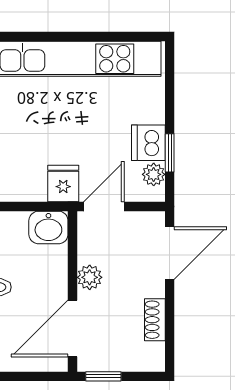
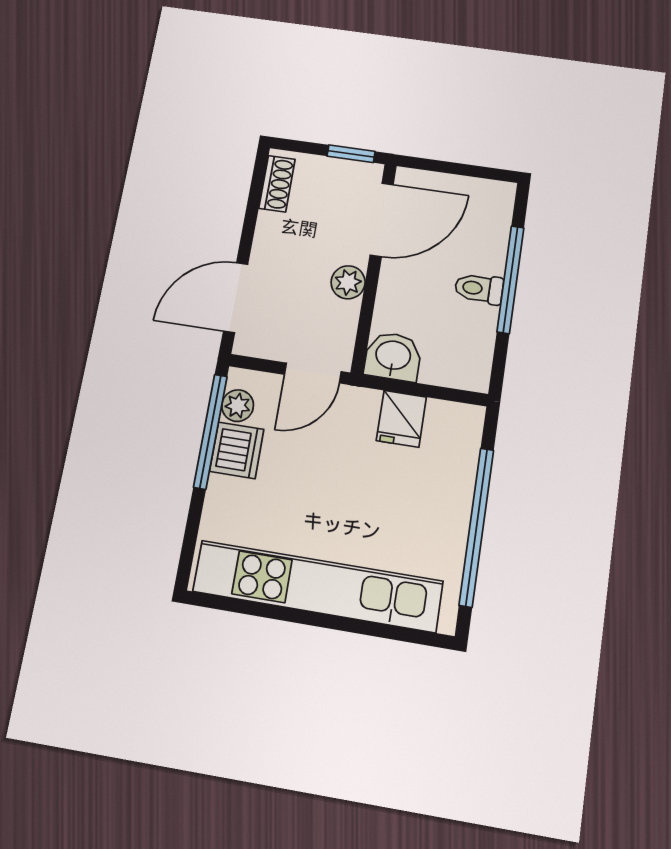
window: (170, 153) -> (210, 432), width x2.17
fridge: (63, 184) -> (401, 419), moved
shoe rack: (155, 320) -> (277, 184), moved

